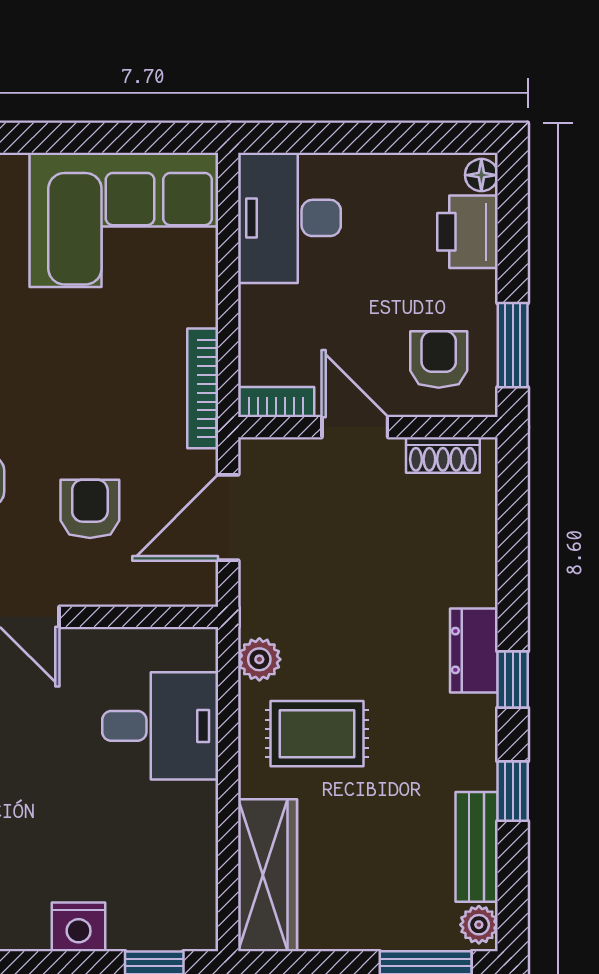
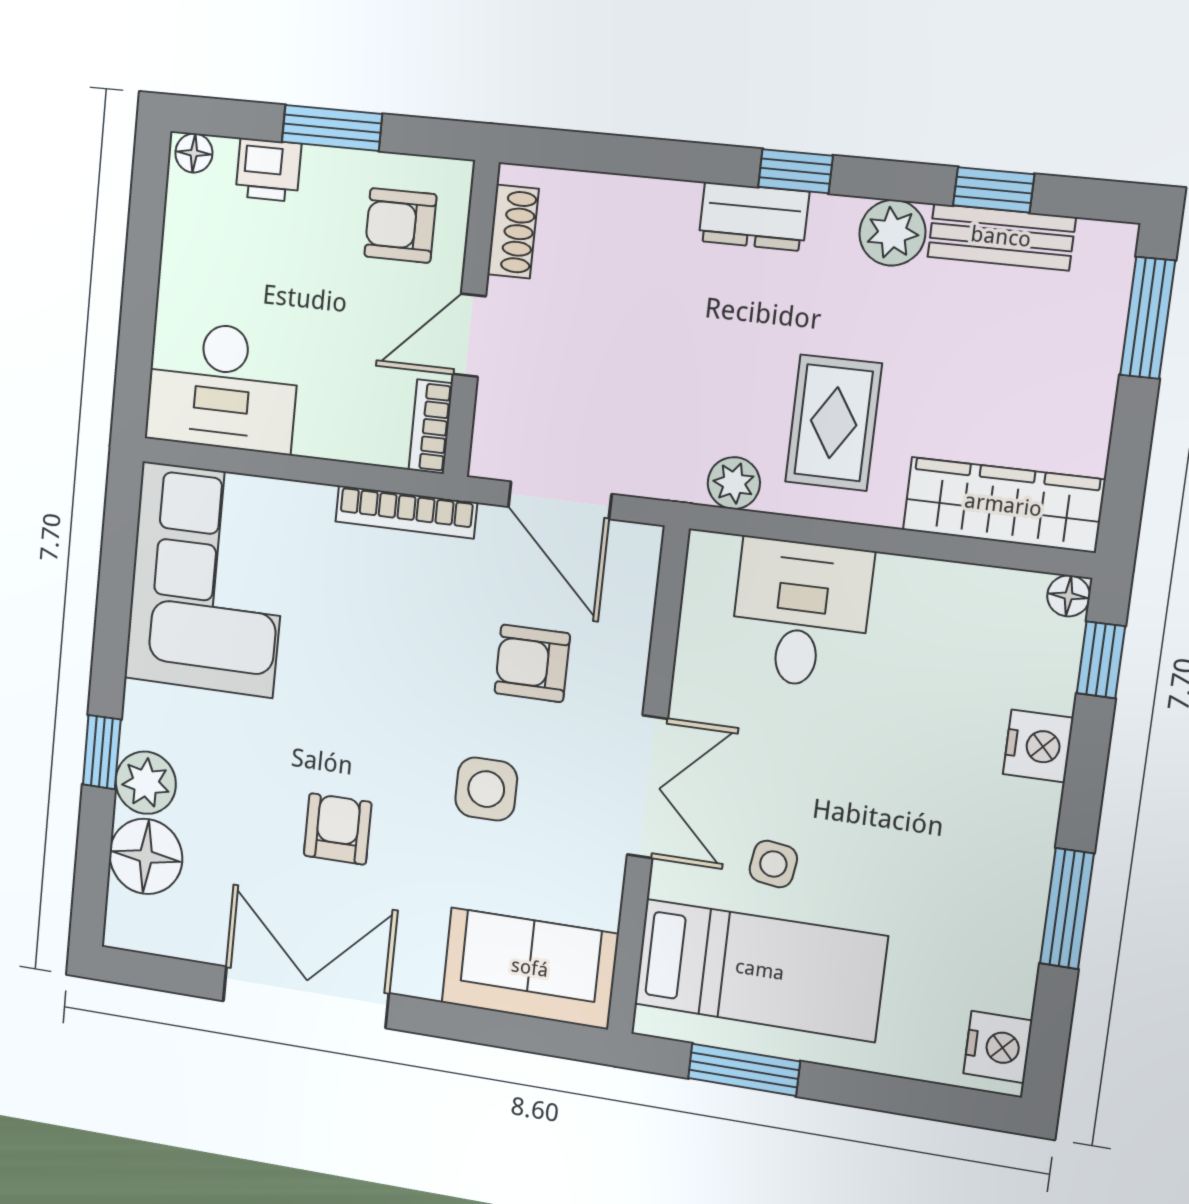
printer: (468, 232) -> (268, 170), width x0.73, depth x0.81
window: (513, 345) -> (332, 128), moved
window: (513, 791) -> (994, 190), moved
plant: (479, 925) -> (892, 233), moved, width x1.38, depth x1.38
floor lamp: (202, 935) -> (1069, 596), added

